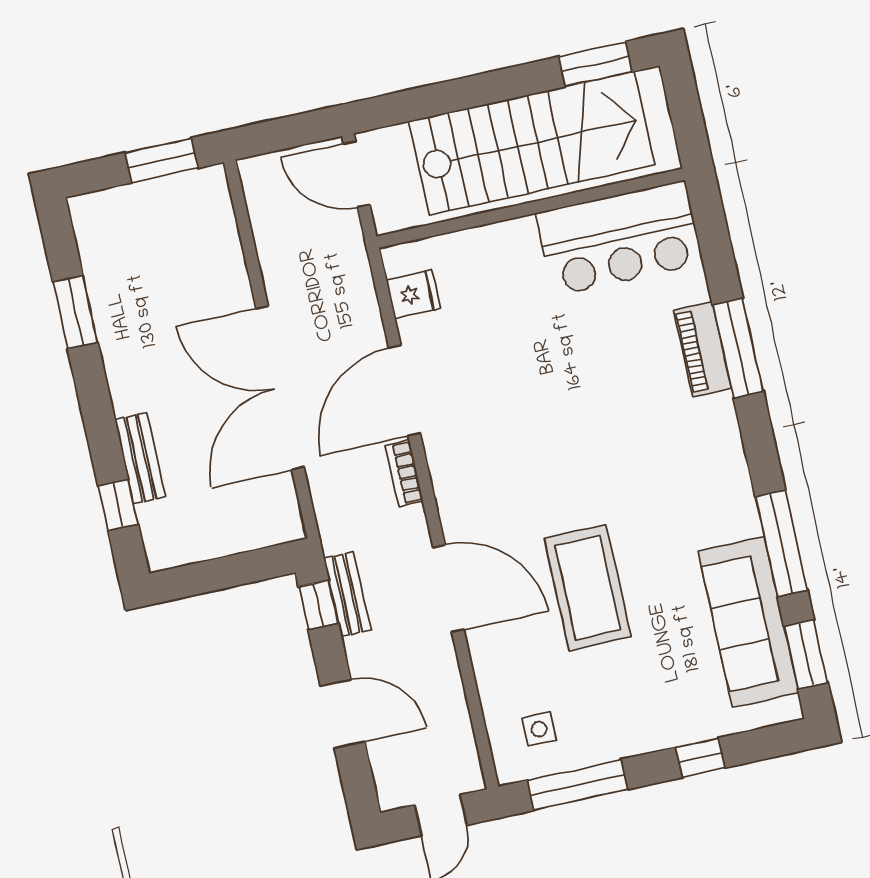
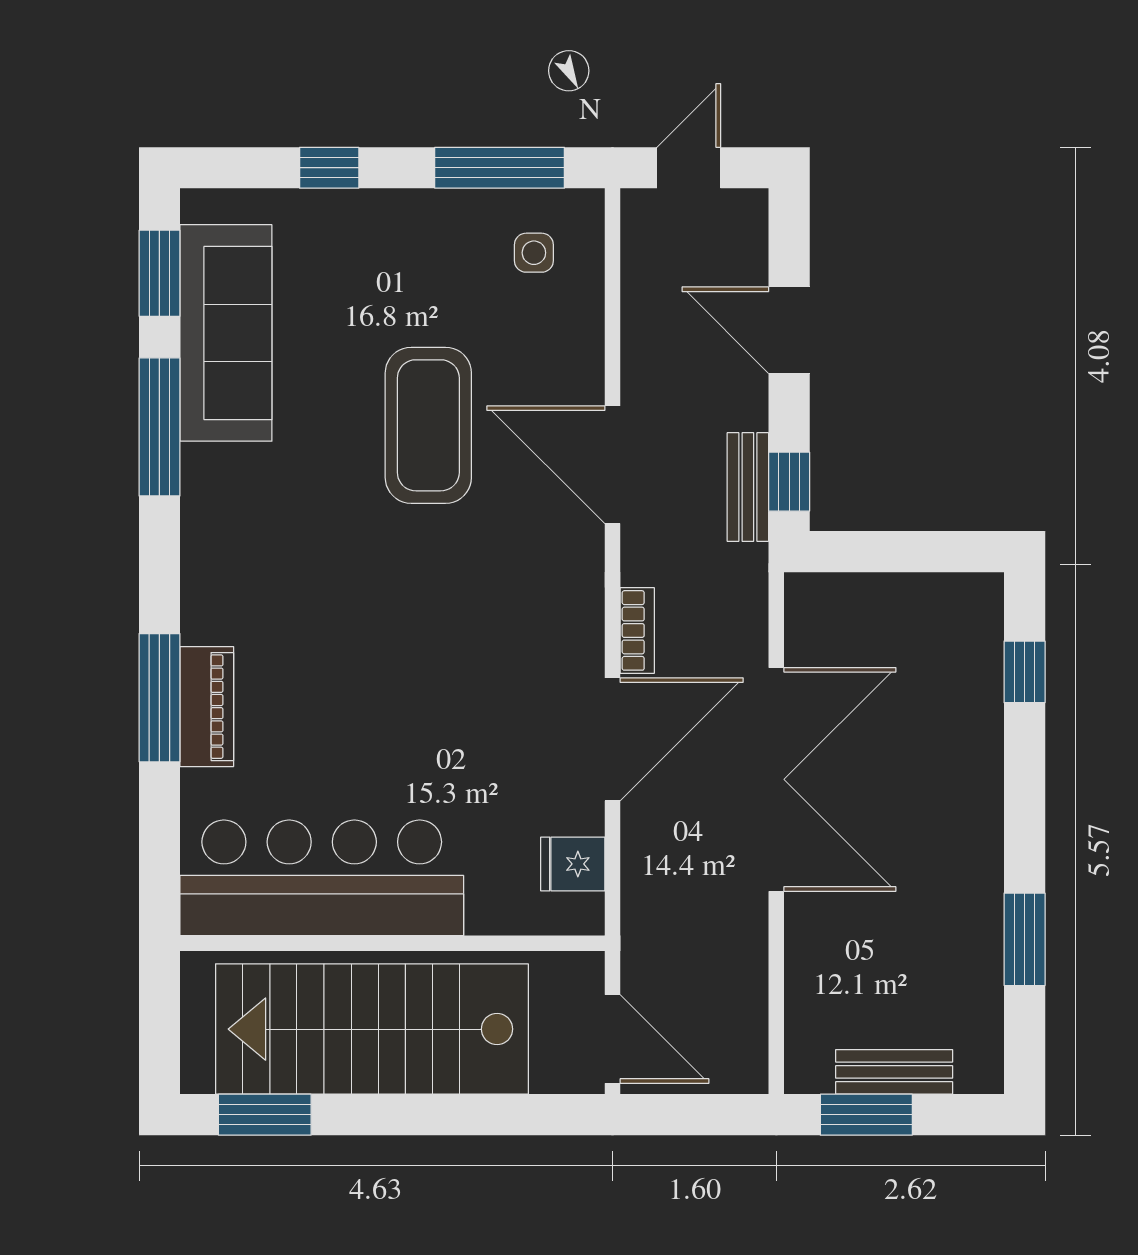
bar counter: (619, 238) -> (322, 878), width x1.36
bench: (140, 458) -> (894, 1072), moved, turned 90

